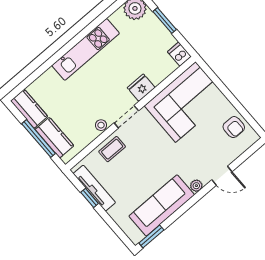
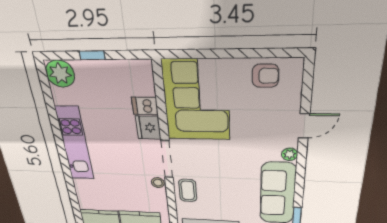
window: (165, 21) -> (92, 55), width x0.67
dishwasher: (179, 54) -> (145, 106), moved
doorway: (126, 117) -> (167, 159), width x1.38

